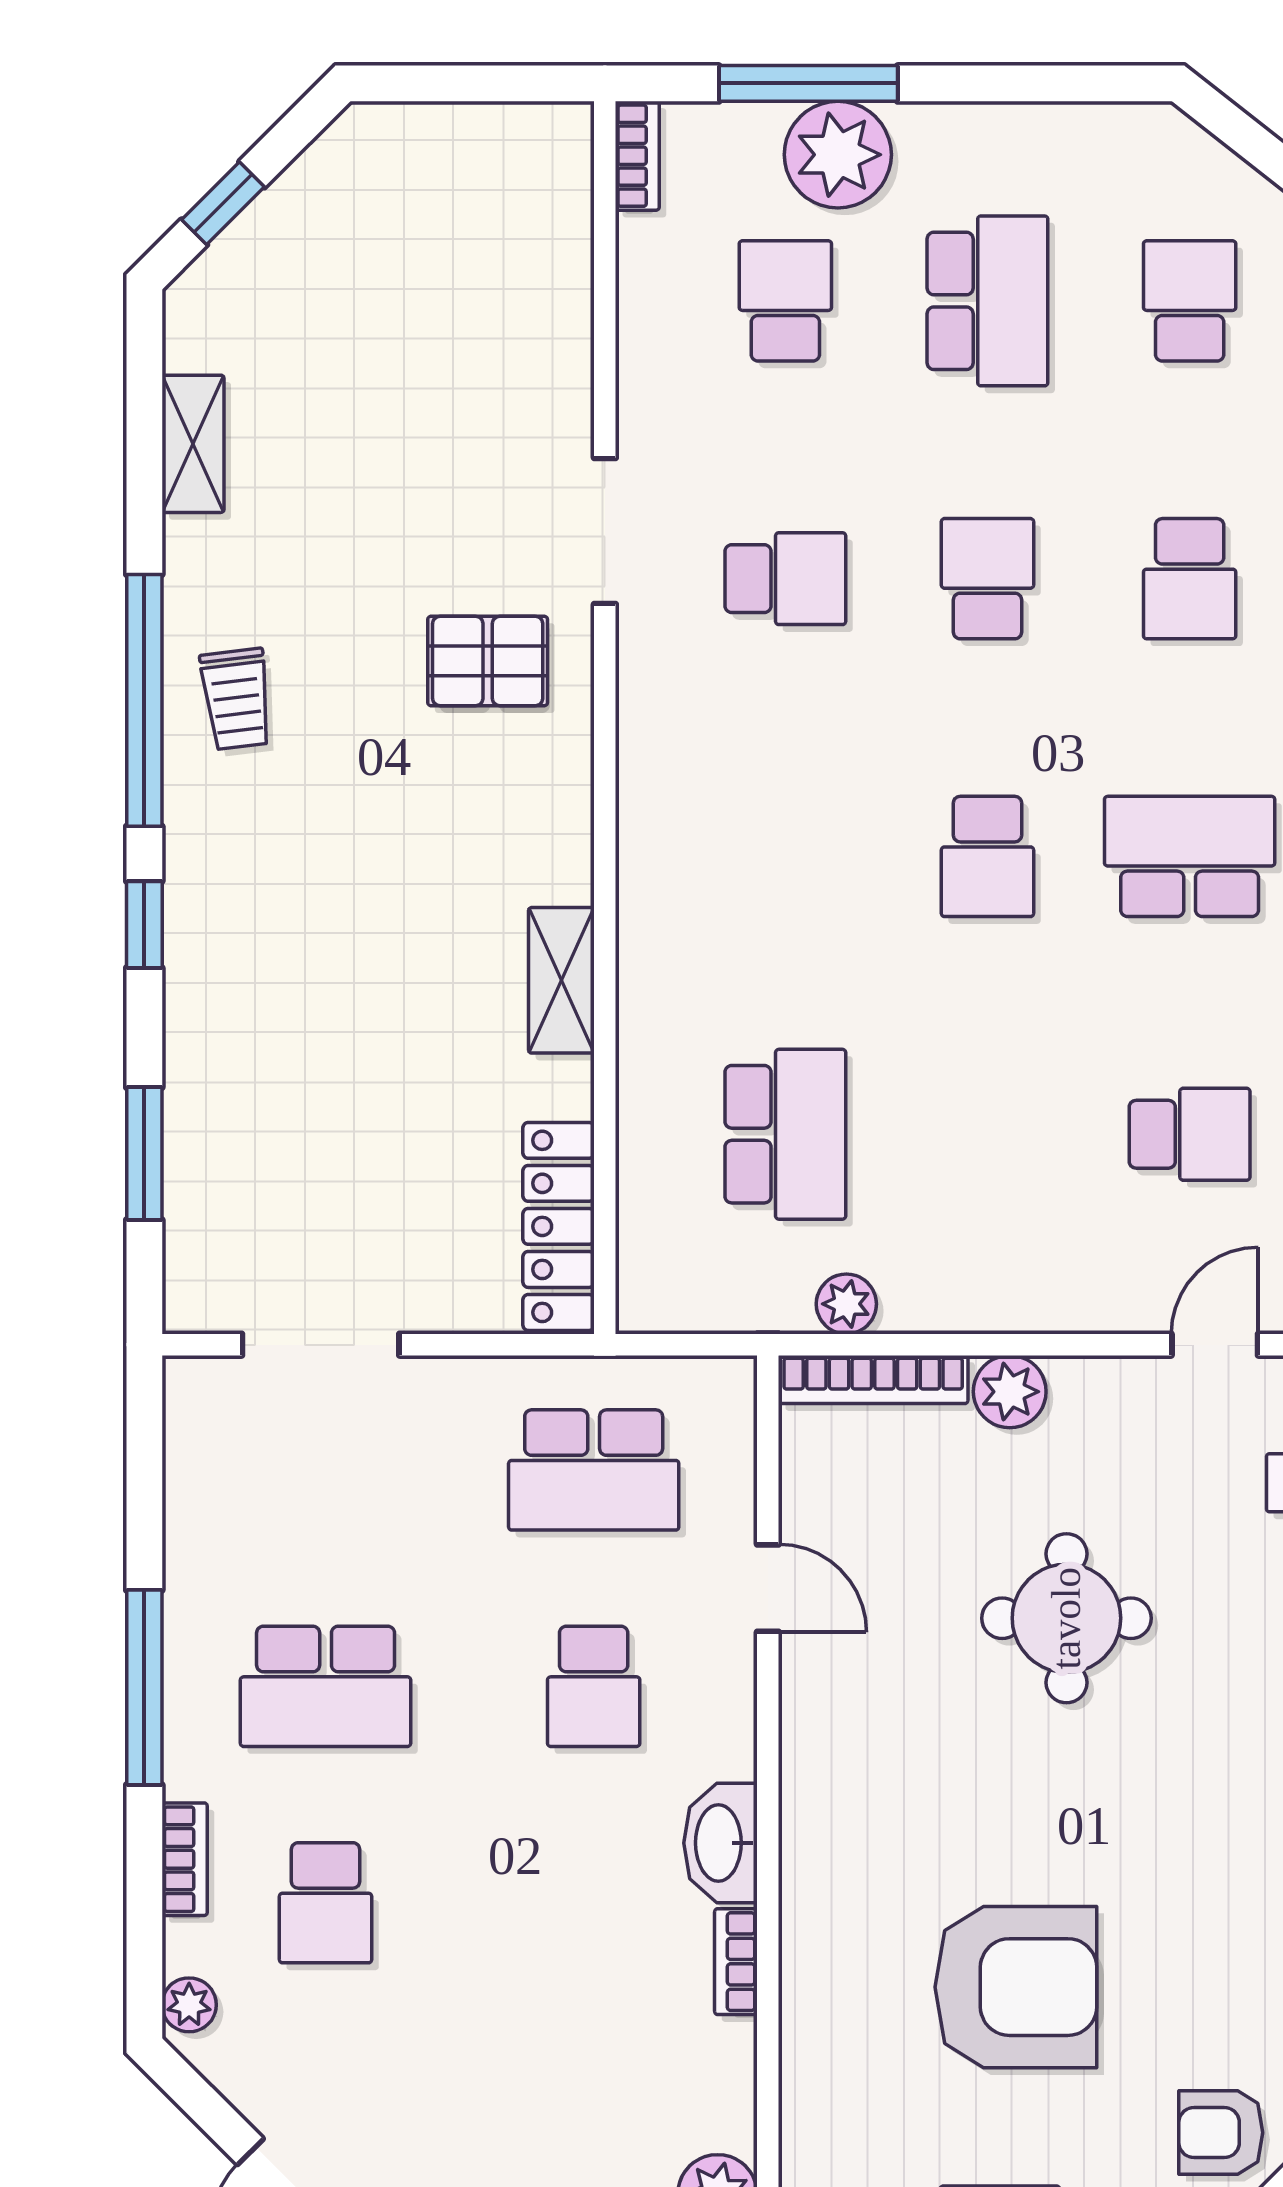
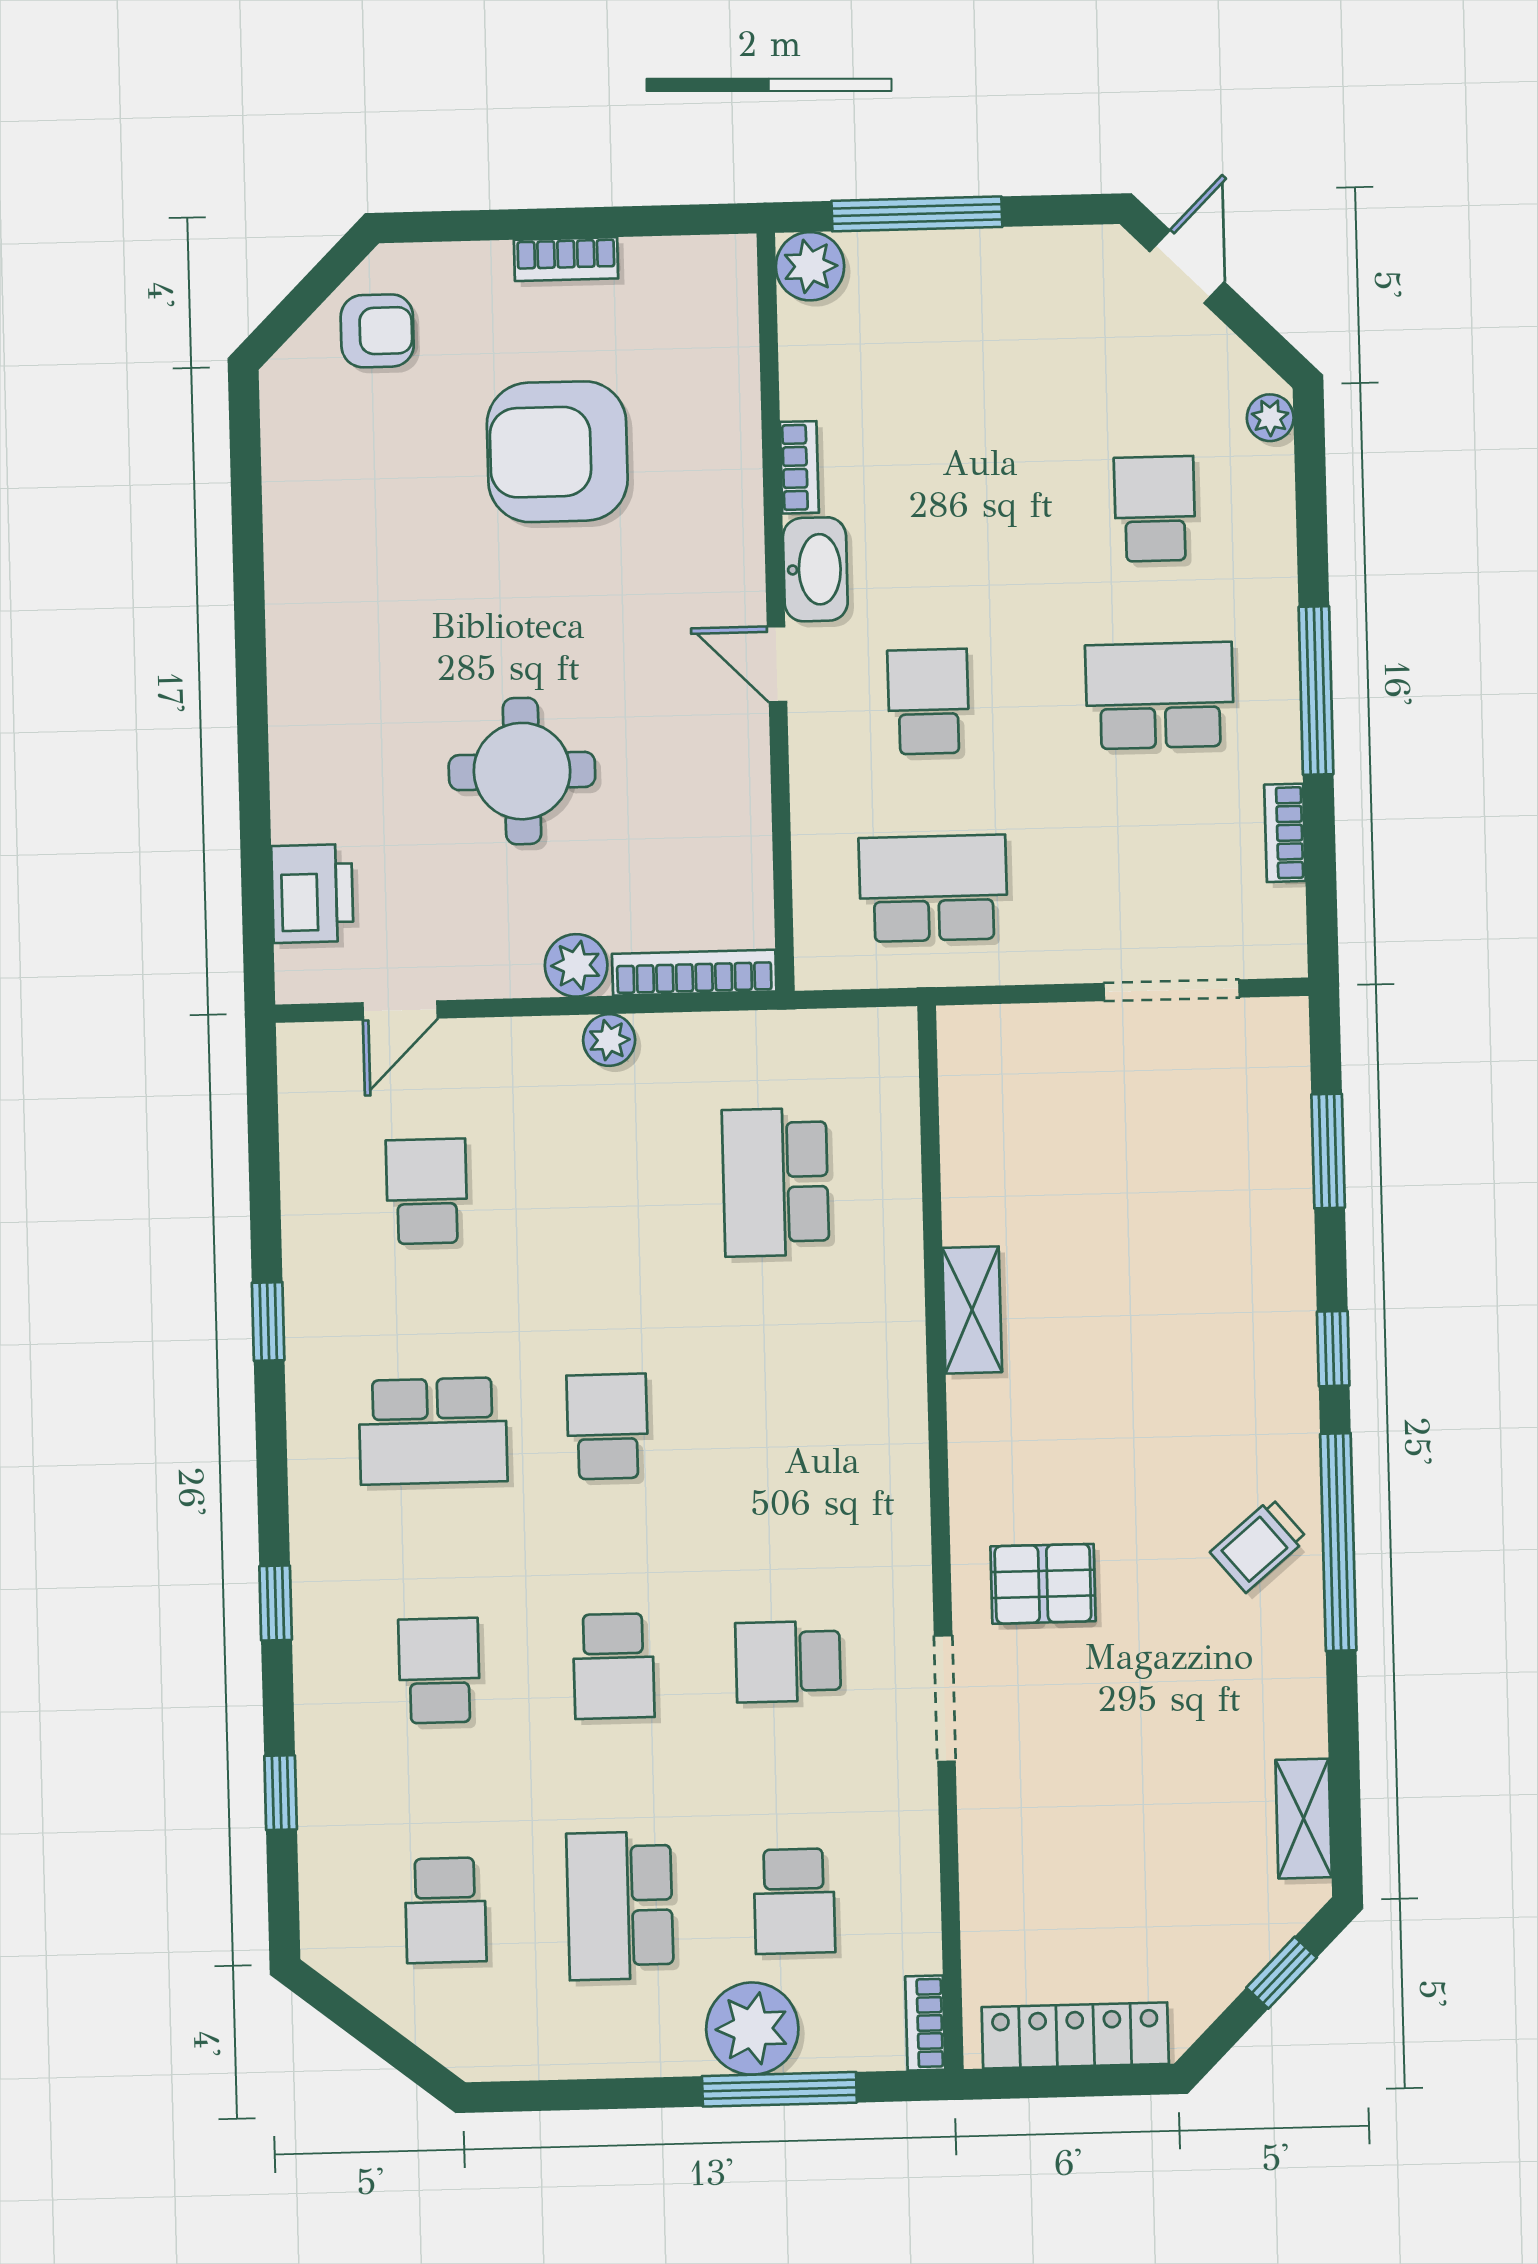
shelving: (193, 444) -> (1304, 1819), moved
trolley: (237, 699) -> (1259, 1545), turned -123
school desk: (1190, 1134) -> (427, 1191), turned 90
locker: (559, 1226) -> (1075, 2036), moved, turned -90
plant: (846, 1304) -> (609, 1040), moved
door: (768, 1588) -> (777, 664), moved
bookcase: (185, 1859) -> (1285, 833), moved

